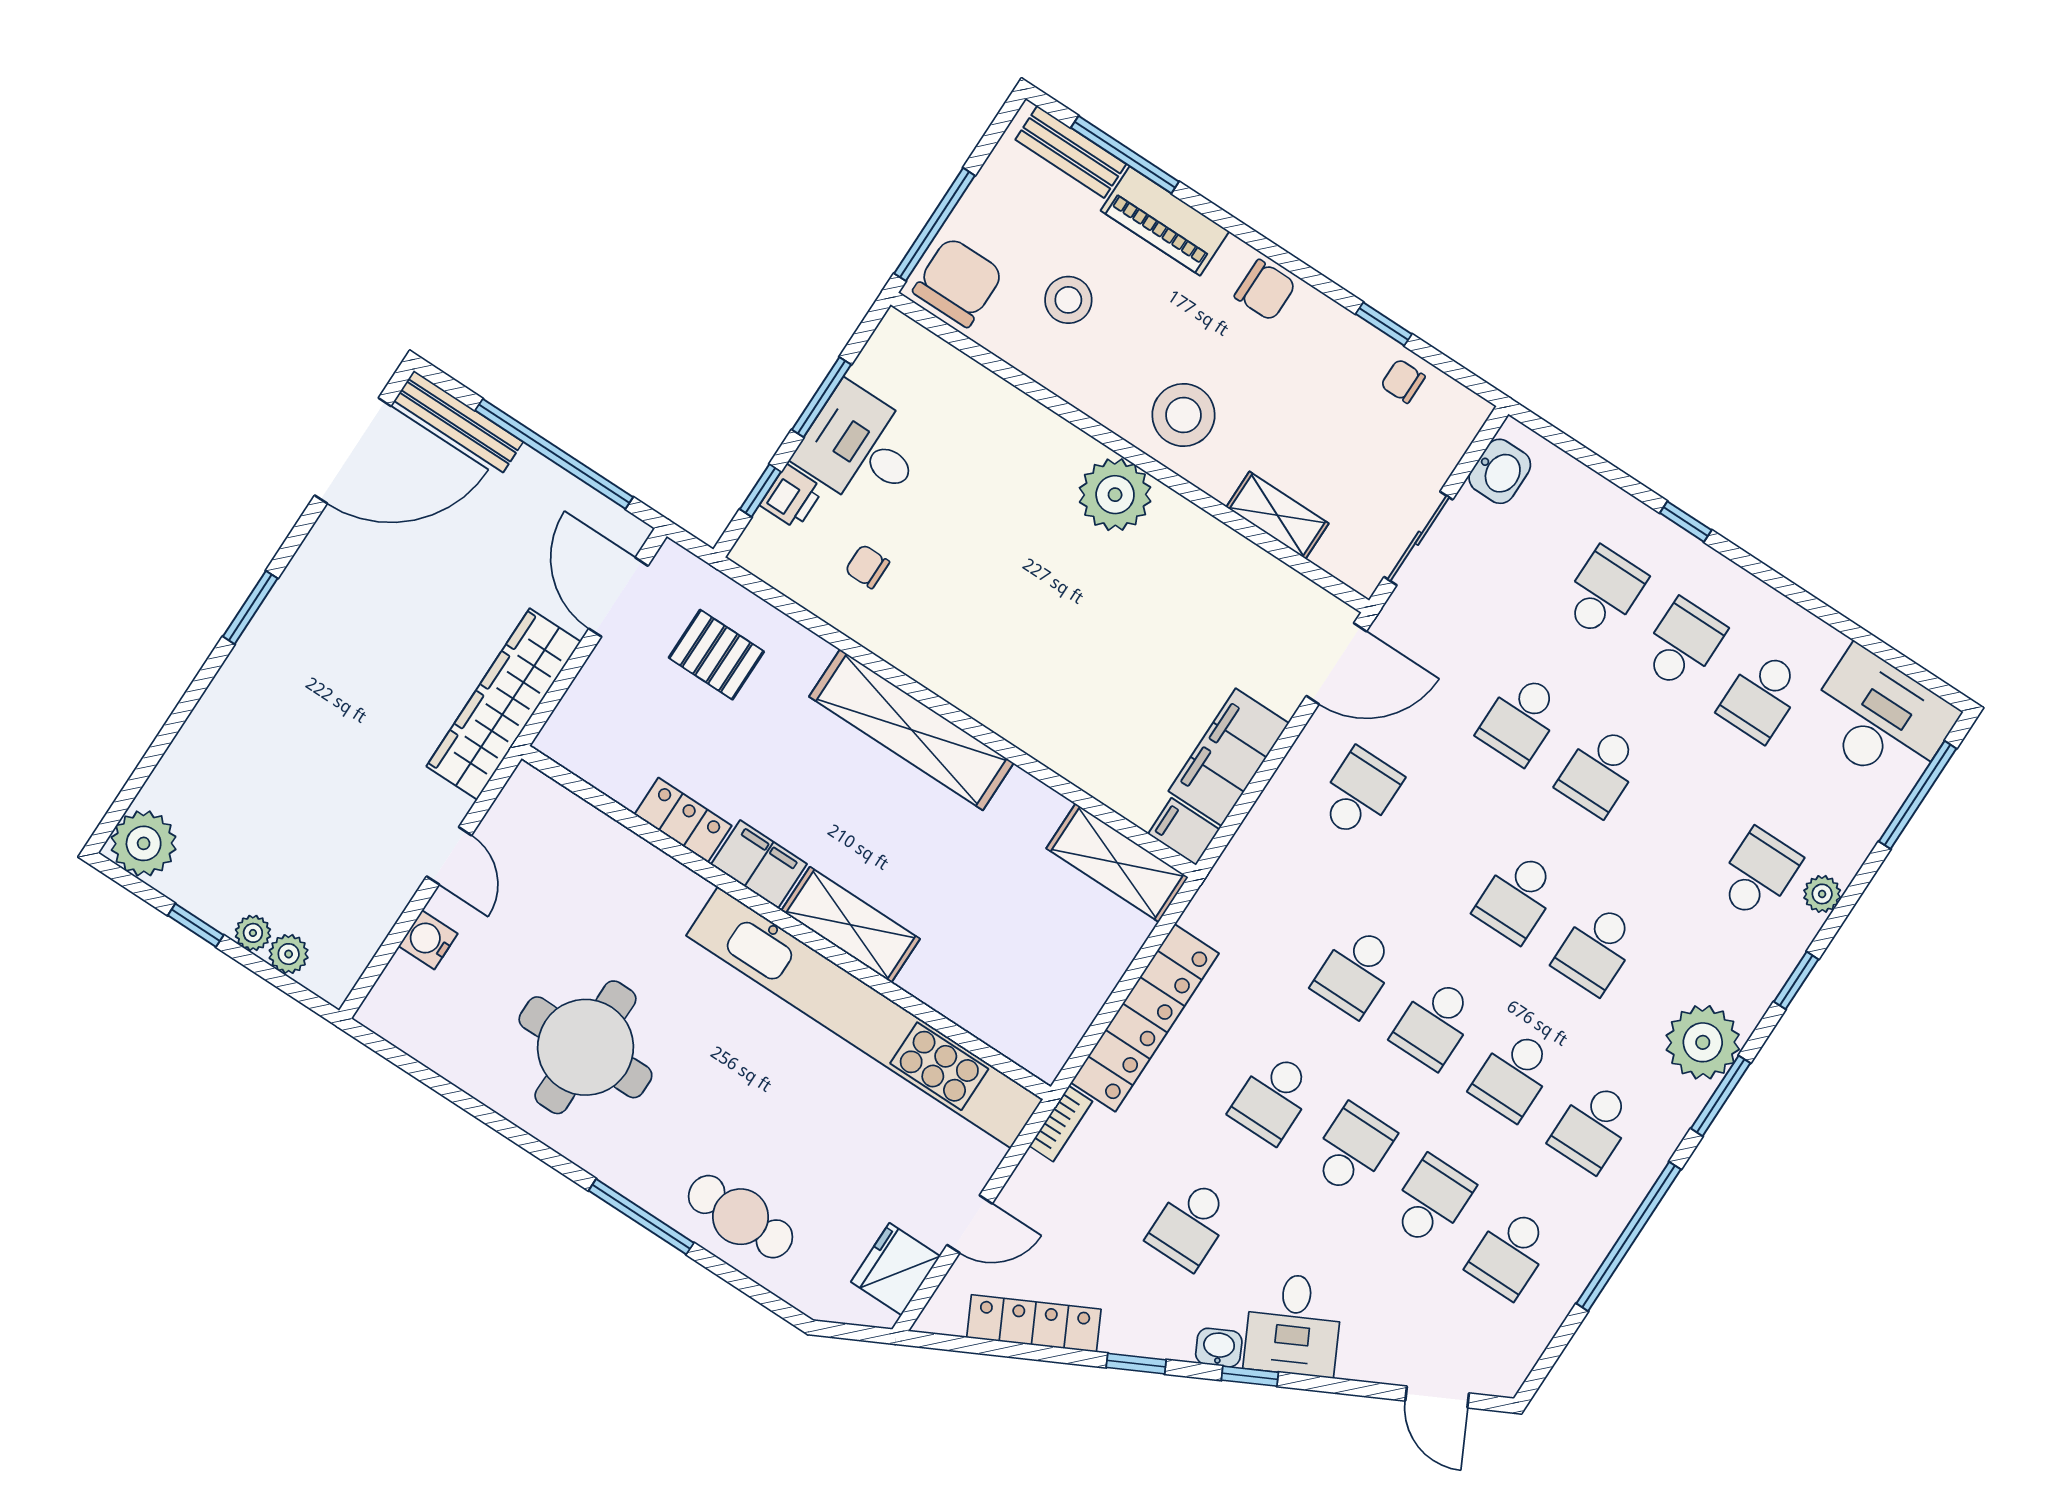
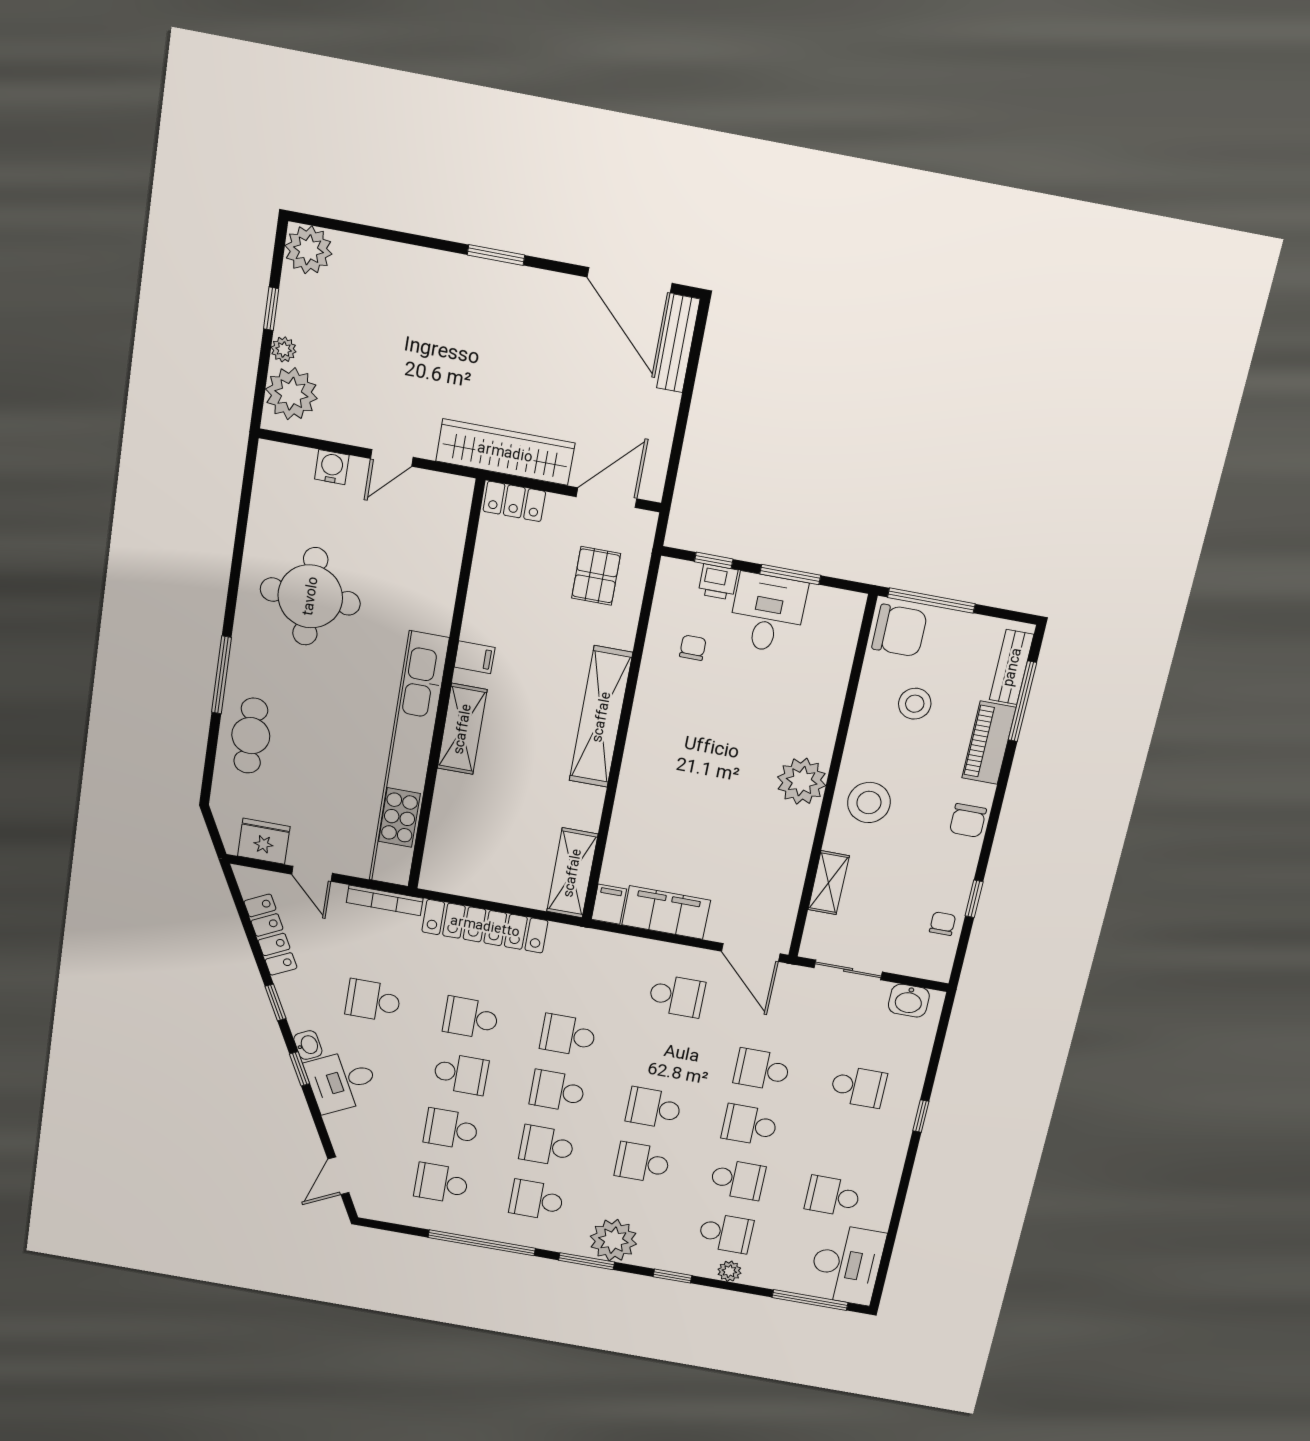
window: (554, 454) -> (683, 416), removed
school desk: (1683, 644) -> (738, 1179), moved
locker: (683, 820) -> (514, 501), moved, turned 90
filing cabinet: (759, 864) -> (475, 657), width x0.50
plant: (289, 954) -> (291, 394), width x1.88, depth x1.88
bookcase: (1061, 1124) -> (385, 900), width x1.56
school desk: (1431, 1201) -> (451, 1129), turned 180

